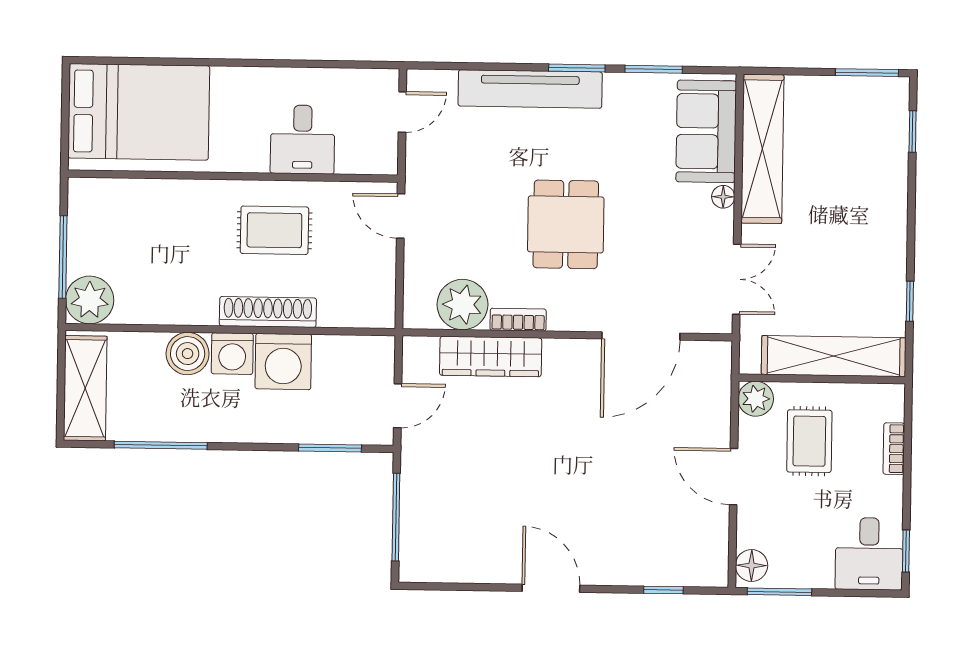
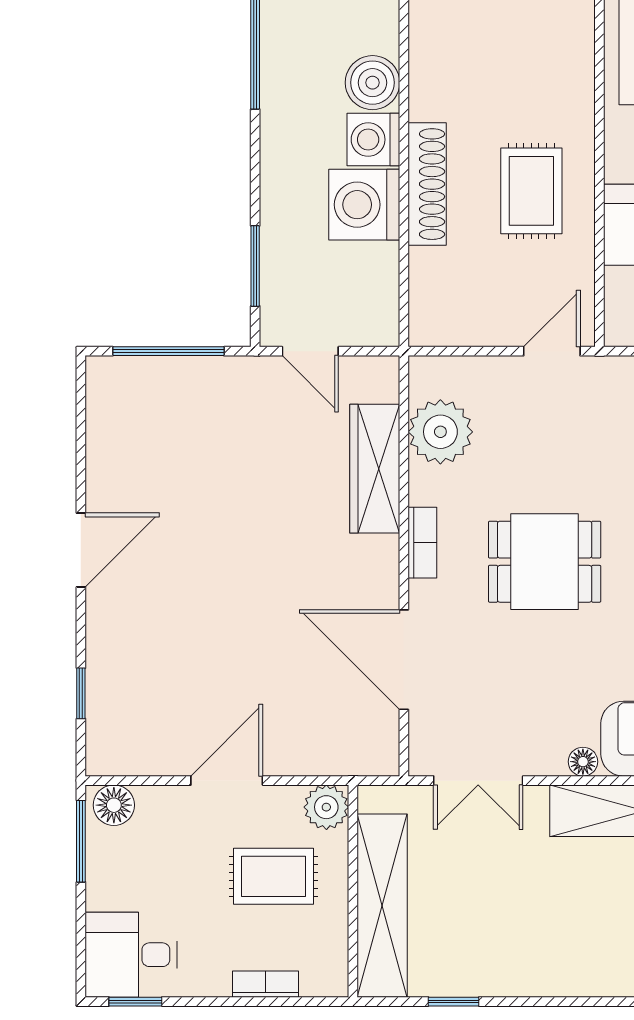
bookcase: (518, 320) -> (422, 543), moved

